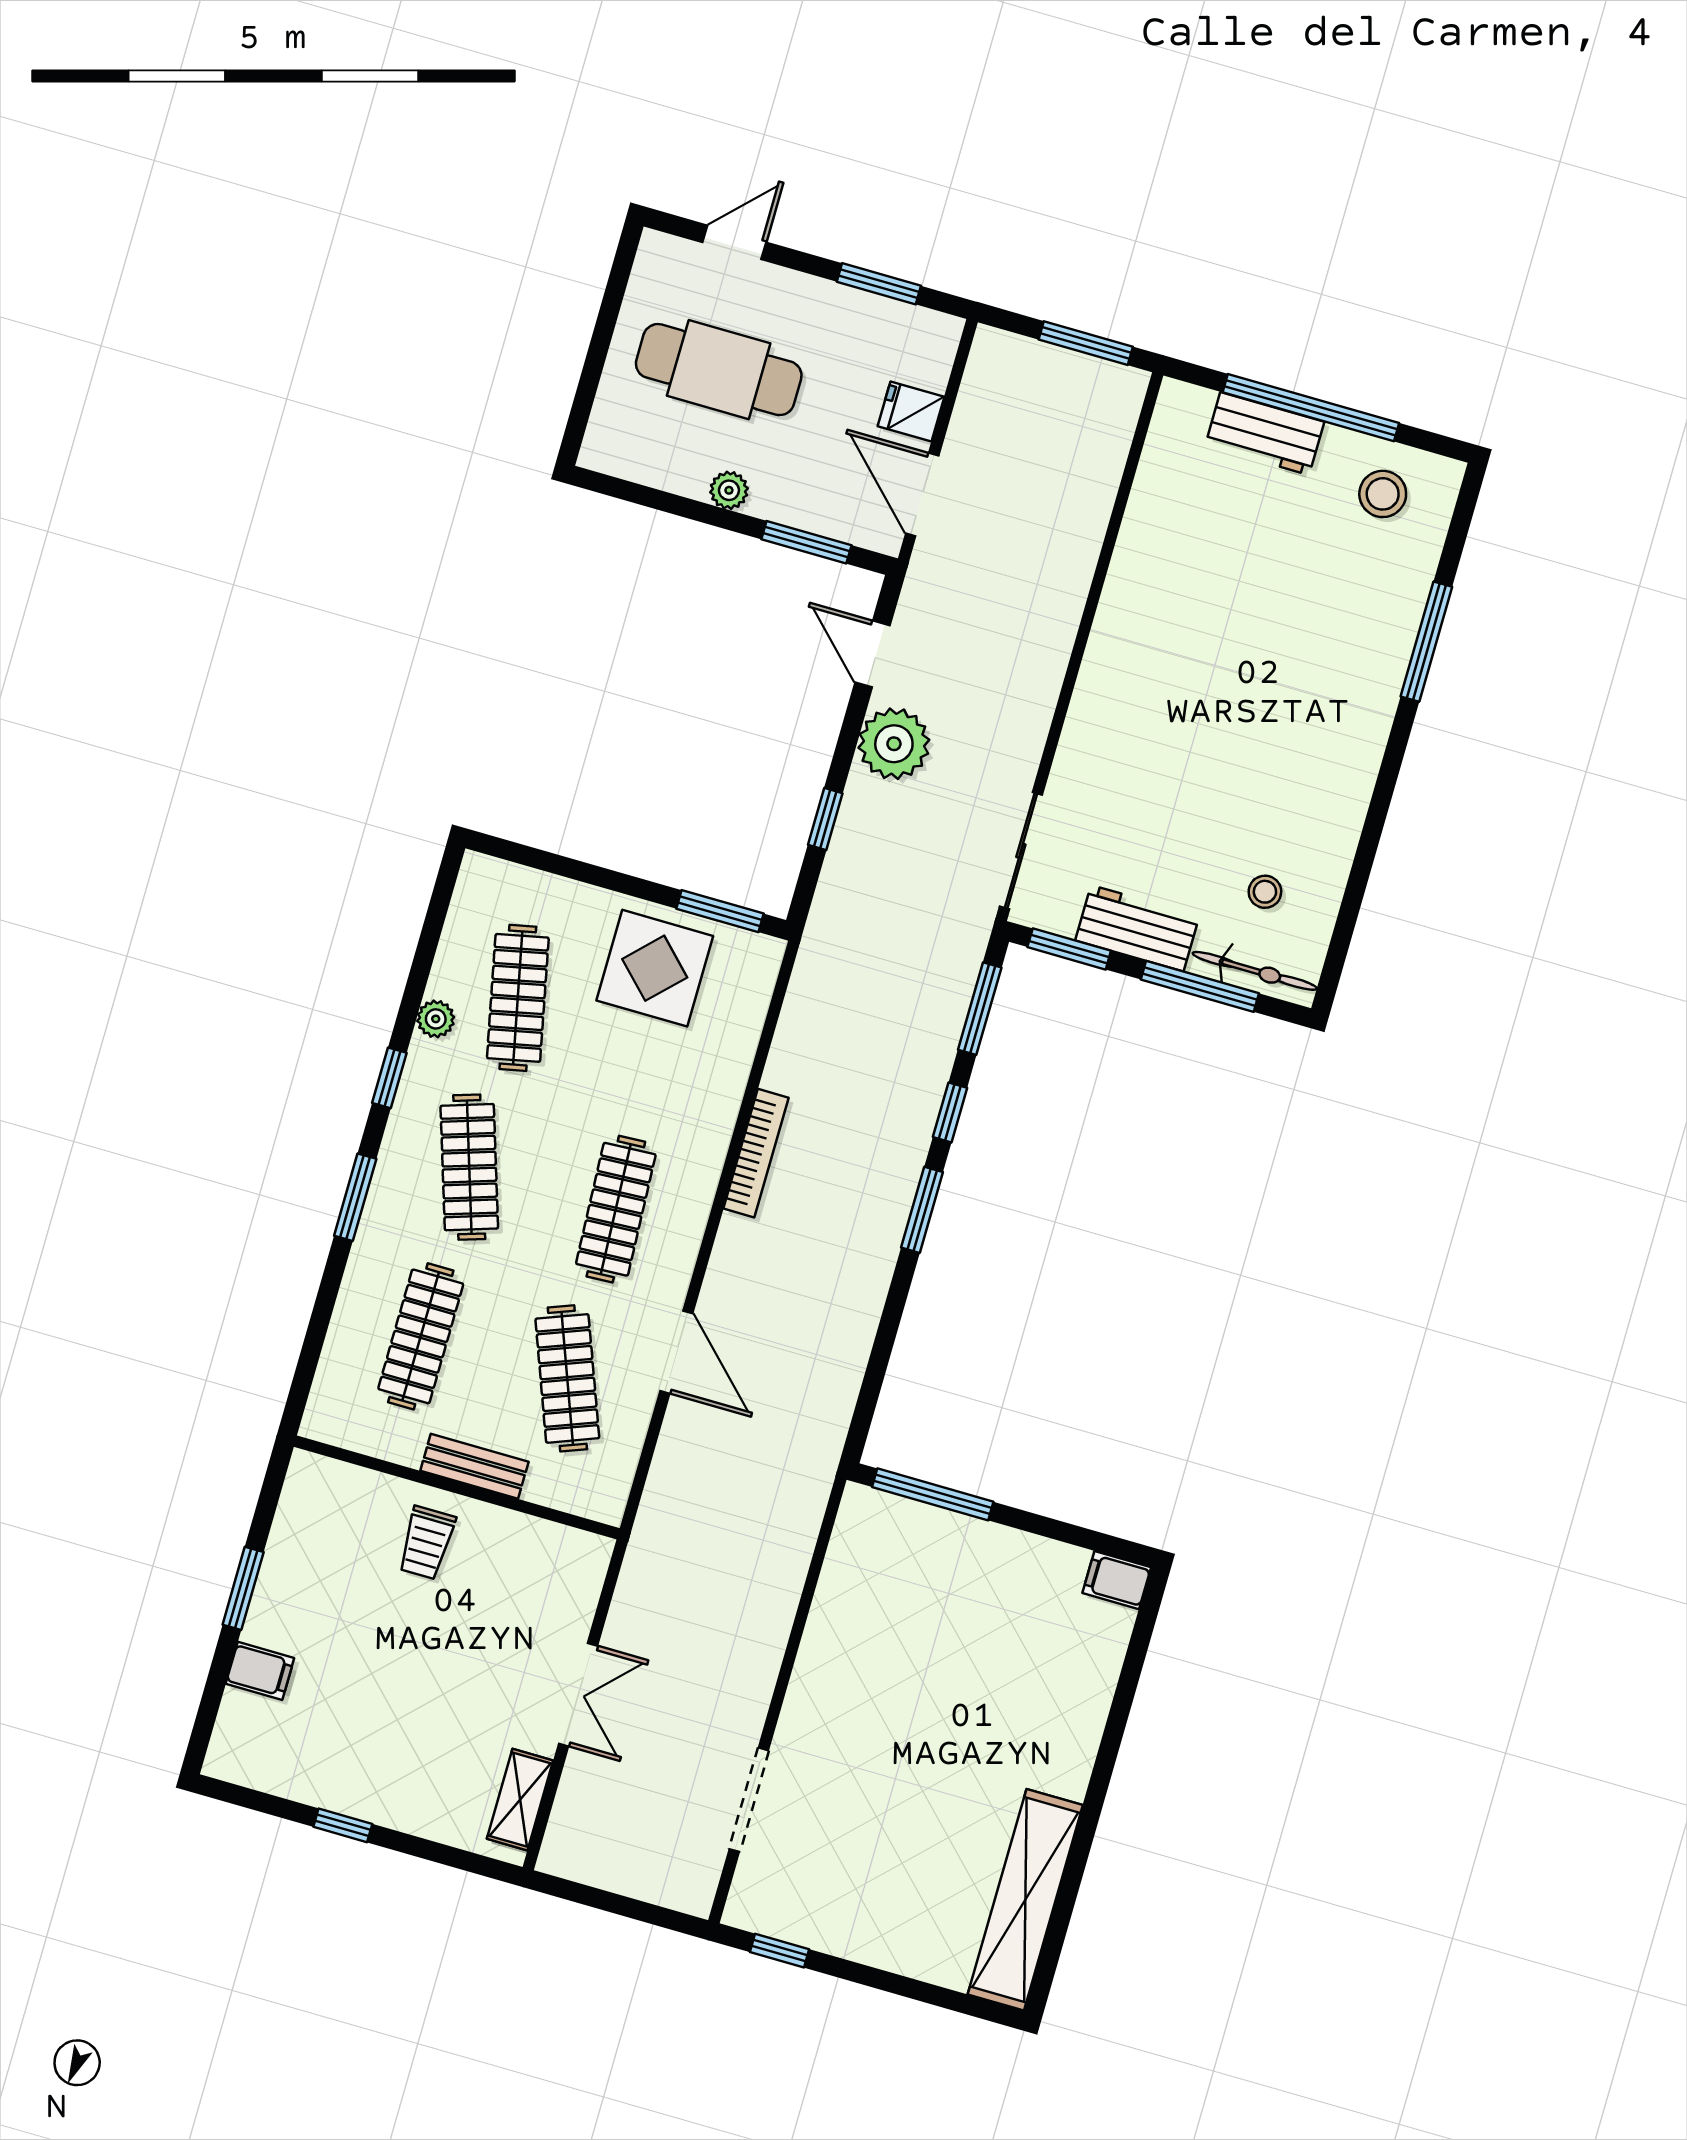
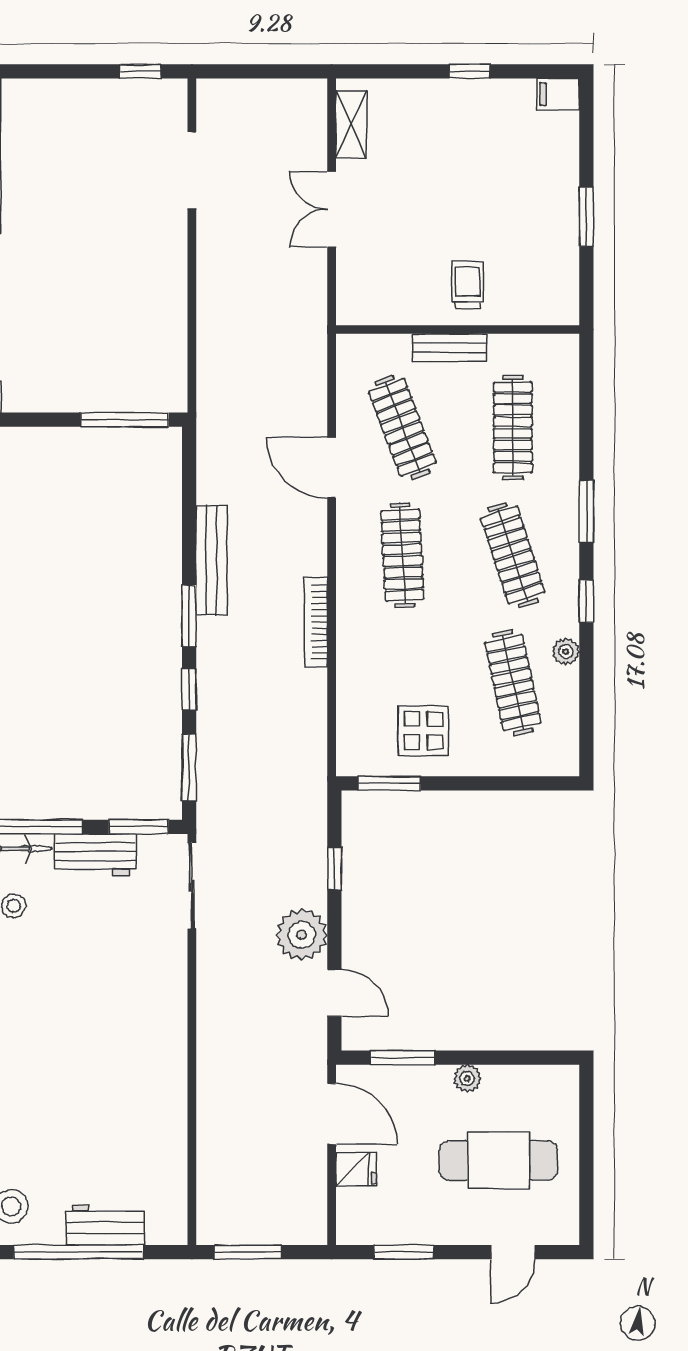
display table: (655, 968) -> (423, 731), width x0.73, depth x0.73
bench: (871, 1275) -> (211, 560), added
filing cabinet: (260, 1671) -> (558, 94), moved

